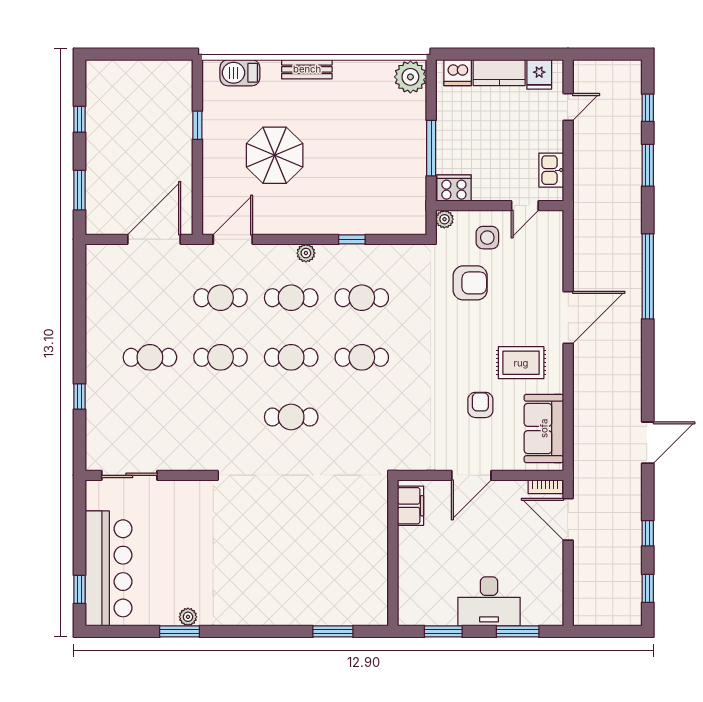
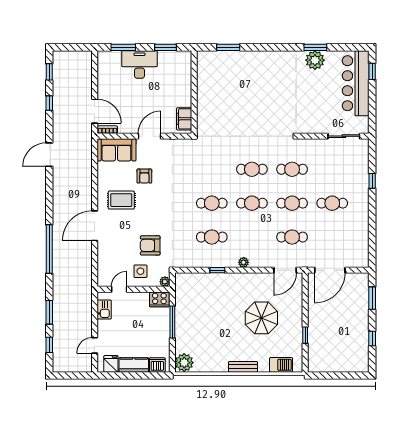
cafe table: (291, 298) -> (292, 169), moved
sofa: (544, 428) -> (116, 150), moved, turned 90
plant: (188, 617) -> (315, 60), width x1.88, depth x1.88

